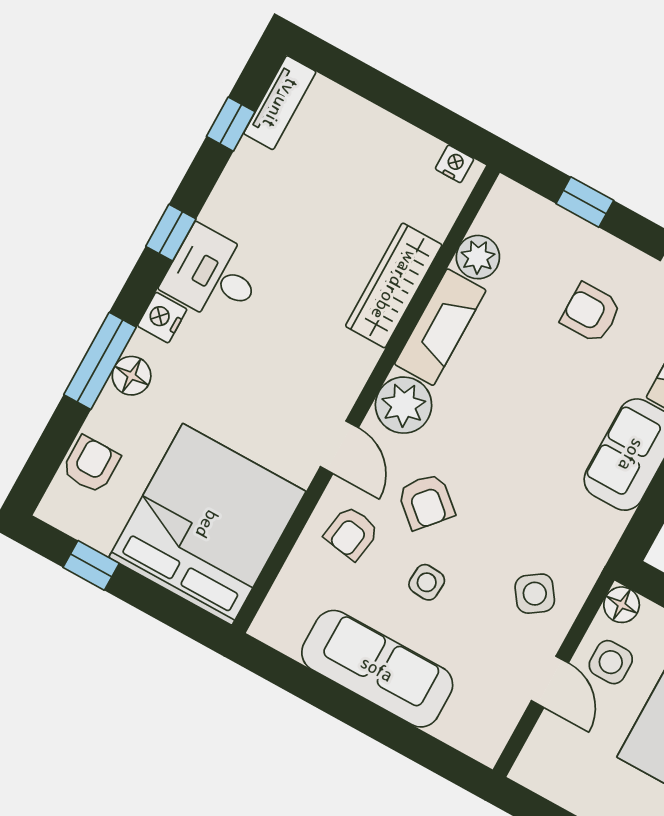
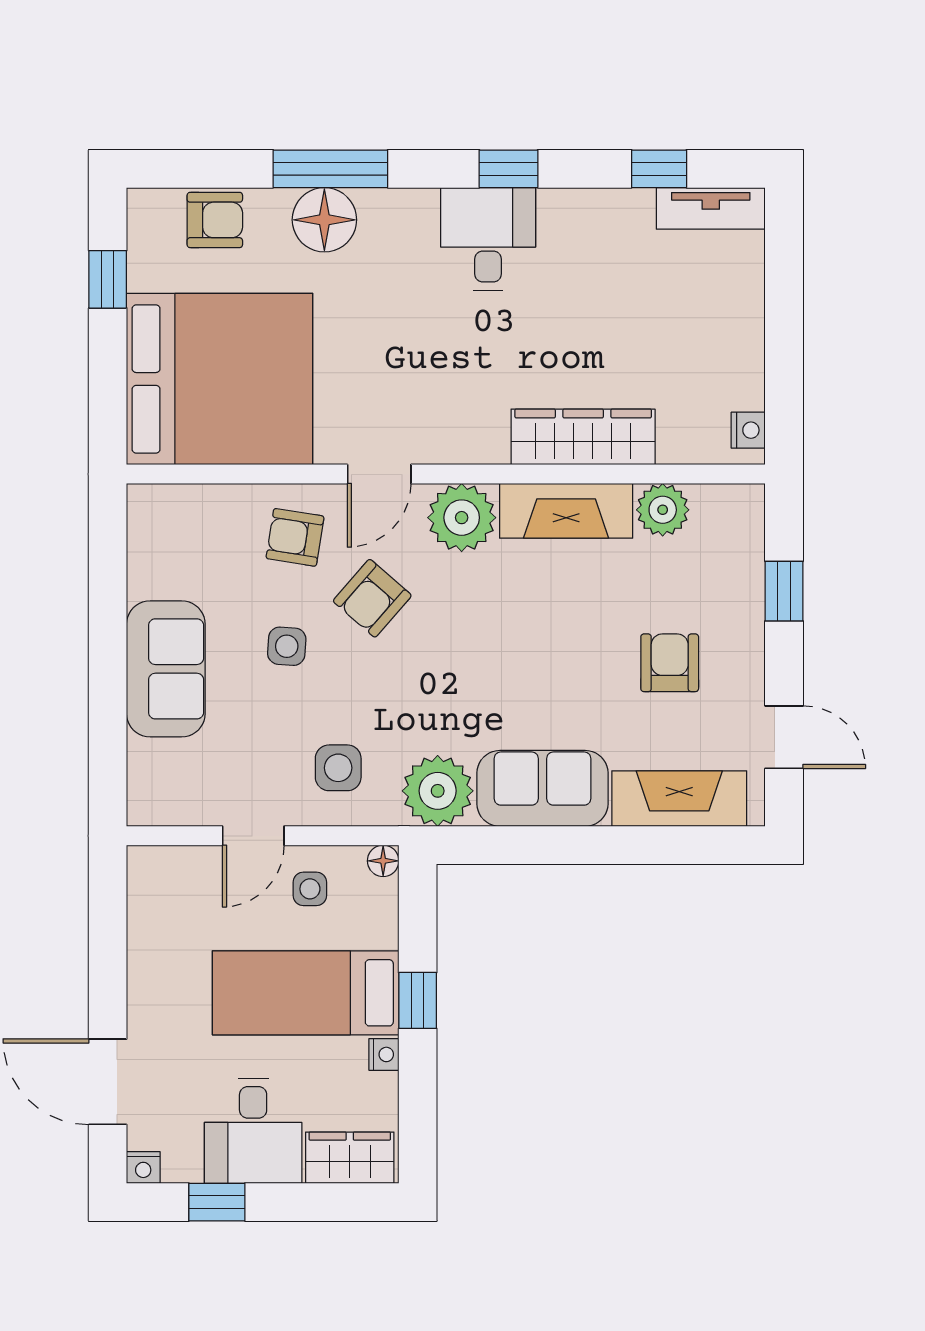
nightstand: (162, 318) -> (413, 209), removed
floor lamp: (132, 376) -> (324, 220), width x1.38, depth x1.38
plant: (591, 531) -> (438, 791), added
side table: (535, 594) -> (338, 768), turned 35
floor lamp: (622, 605) -> (383, 861), width x0.73, depth x0.73
side table: (611, 662) -> (310, 889), width x0.73, depth x0.73
sofa: (377, 669) -> (166, 669), width x0.73

